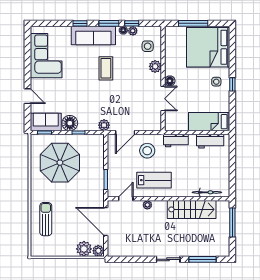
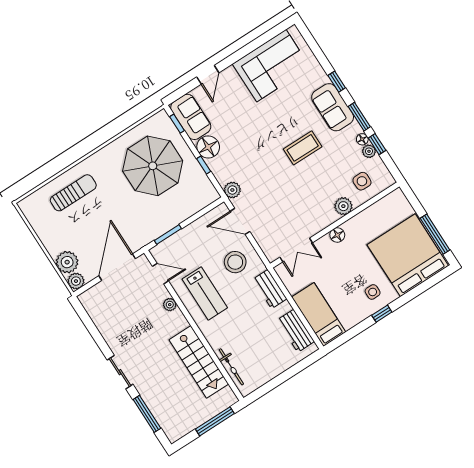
window: (193, 23) -> (435, 234), moved
sofa: (93, 36) -> (333, 107), width x0.73
double door: (163, 99) -> (296, 250), moved

